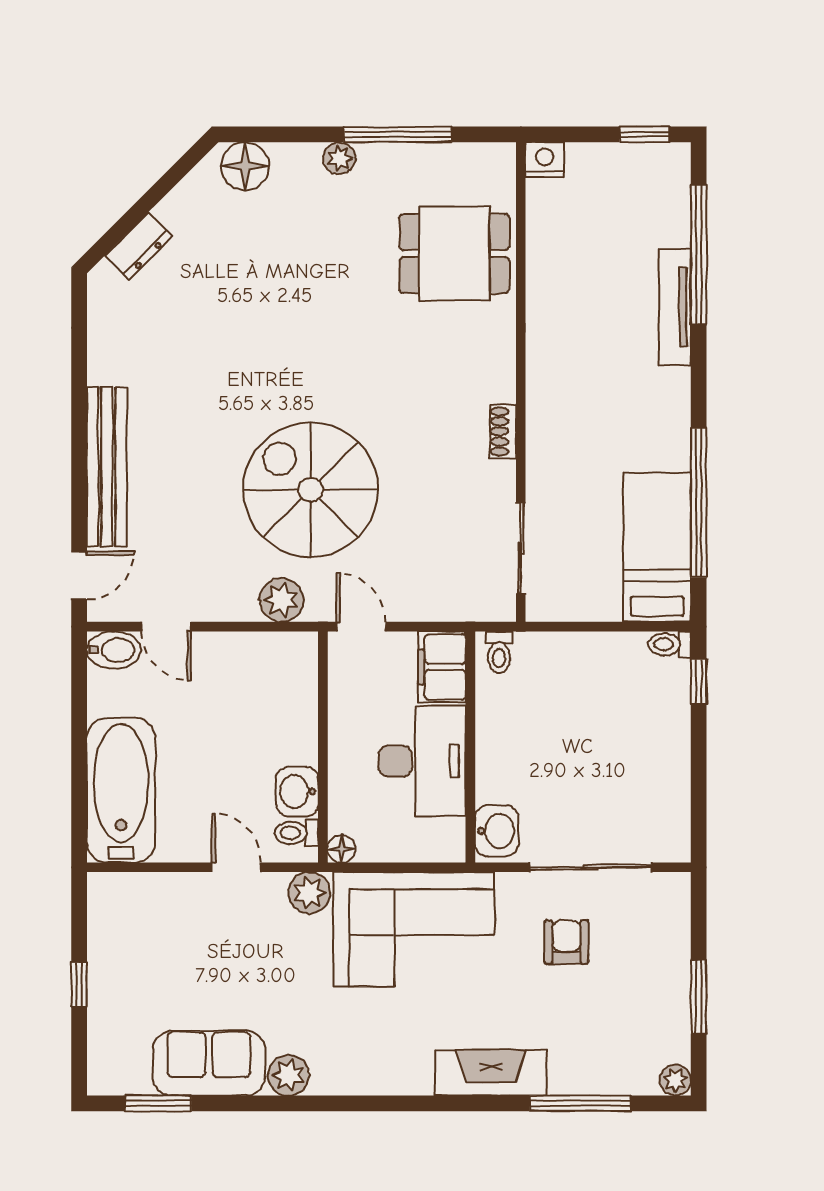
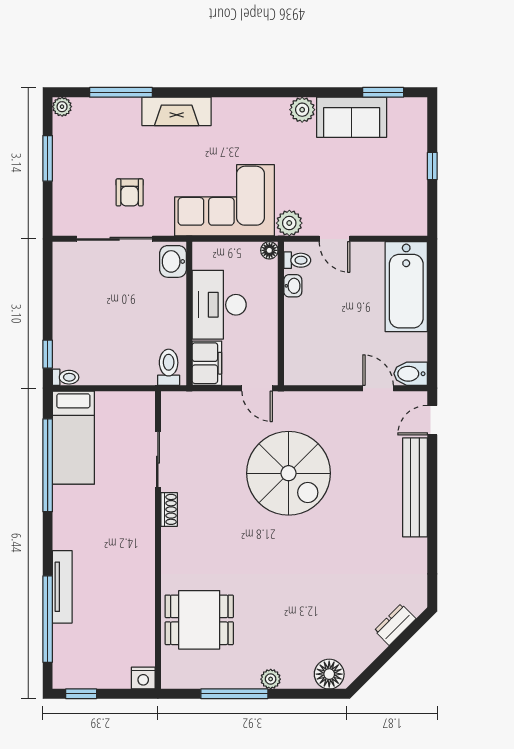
sliding door: (521, 548) -> (158, 460), moved
plant: (282, 600) -> (307, 405), removed
toilet: (499, 652) -> (169, 367), width x1.37, depth x1.39
washbasin: (297, 792) -> (293, 286), width x0.72, depth x0.69

